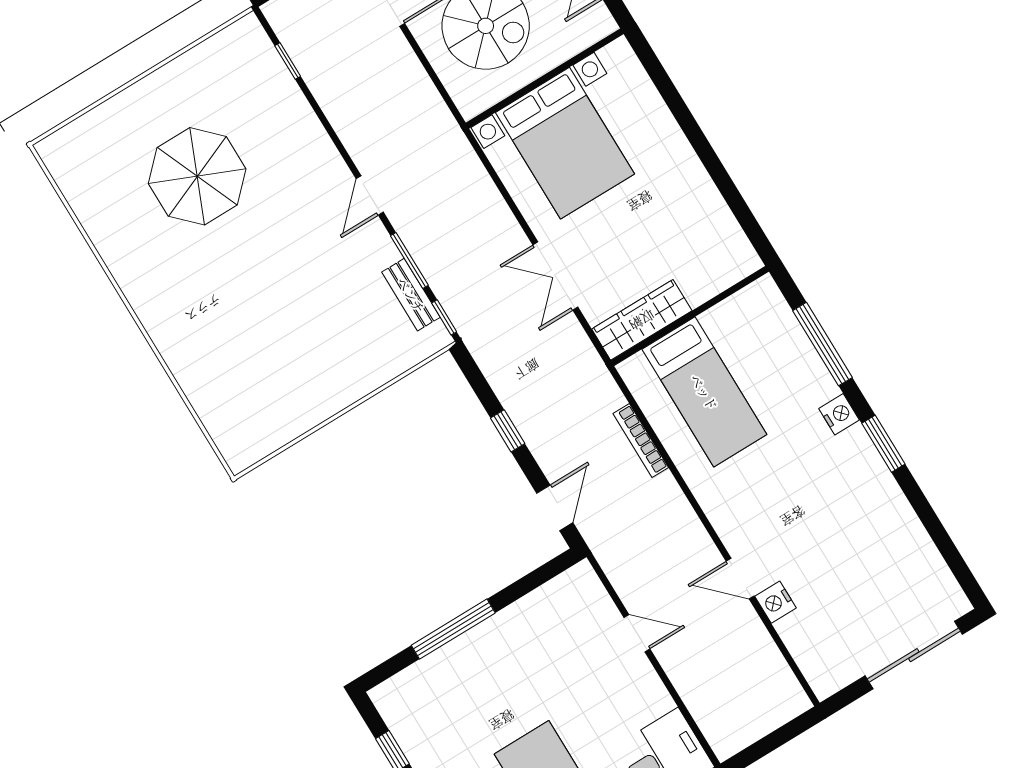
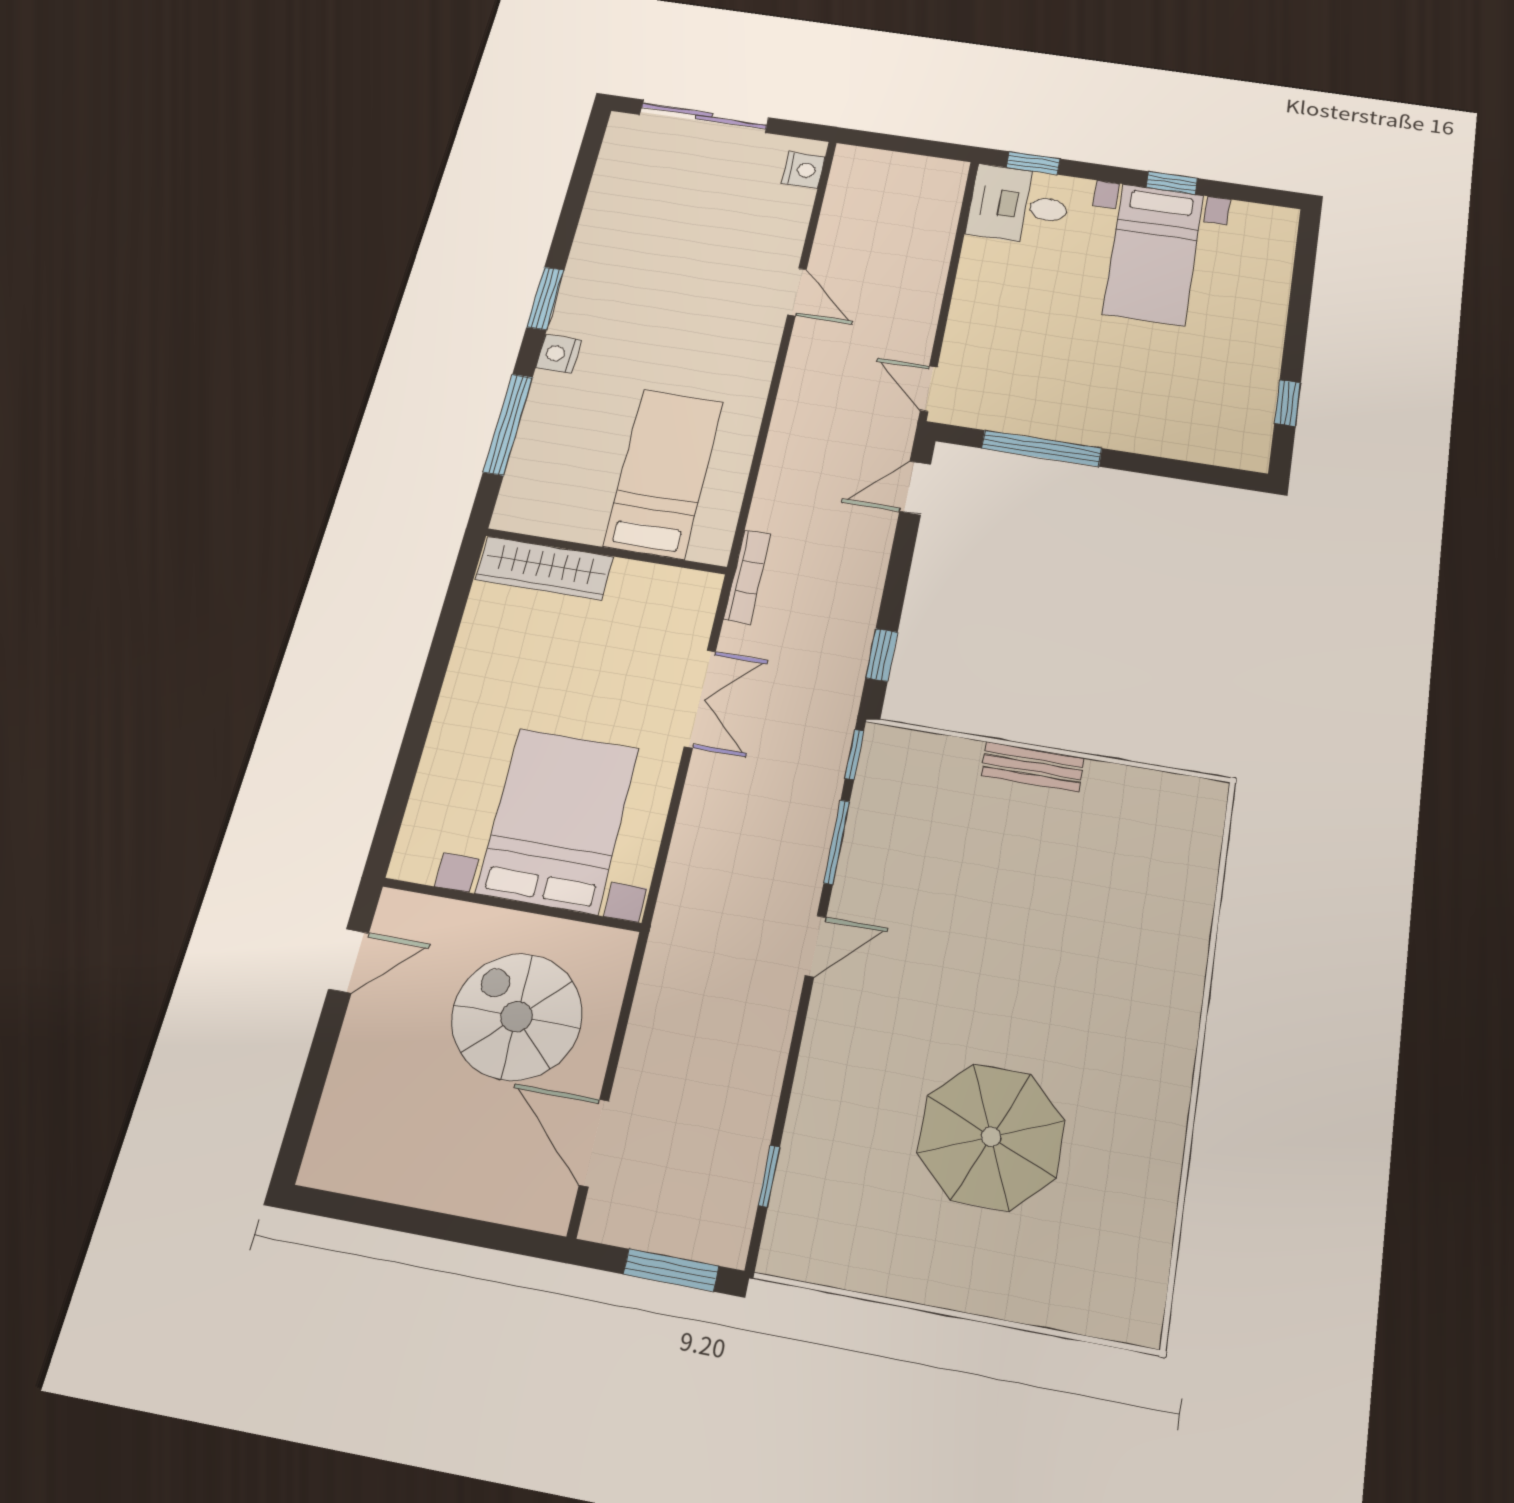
bench: (411, 295) -> (1033, 767), moved, turned 90
wardrobe: (642, 320) -> (544, 568), moved
window: (508, 431) -> (882, 655), moved
bookcase: (641, 441) -> (747, 577), moved
nightstand: (775, 602) -> (803, 170), moved
window: (453, 629) -> (1042, 448), moved
door: (637, 633) -> (929, 389), moved

